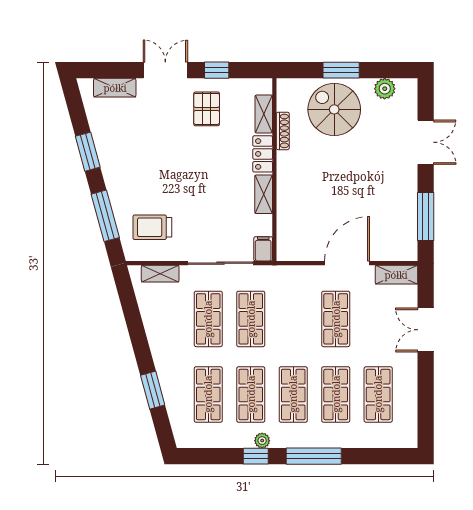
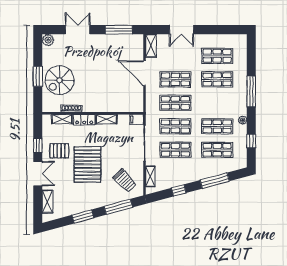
double door: (165, 70) -> (38, 174), swing flipped
plant: (385, 89) -> (48, 40), moved
pallet: (182, 160) -> (87, 164), added
trolley: (152, 227) -> (125, 181), turned -44
window: (135, 325) -> (179, 190), added
window: (153, 390) -> (215, 181), width x1.44
shop shelf: (293, 394) -> (175, 103), moved
window: (256, 456) -> (251, 141), moved

